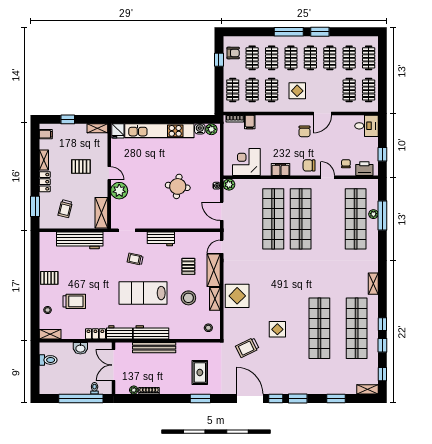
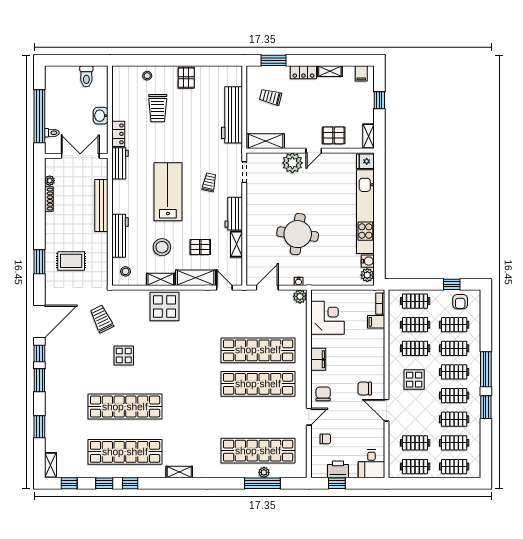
pallet: (81, 166) -> (334, 135), moved, turned 90
printer: (364, 169) -> (338, 469), moved, turned -90
round table: (178, 186) -> (298, 234), width x1.36, depth x1.36
workbench: (151, 332) -> (120, 236), moved
shelving: (50, 334) -> (236, 244), moved

